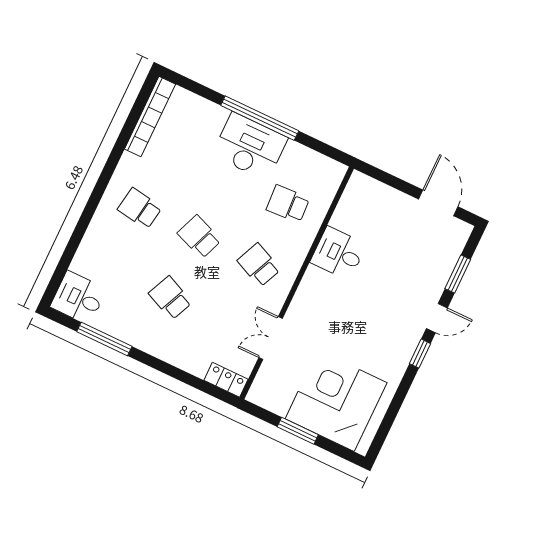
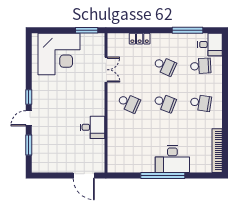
desk: (250, 146) -> (172, 159), moved
door: (438, 203) -> (84, 175), moved
school desk: (288, 204) -> (201, 66), moved
locker: (226, 380) -> (140, 39), moved
window: (298, 431) -> (87, 30), moved

